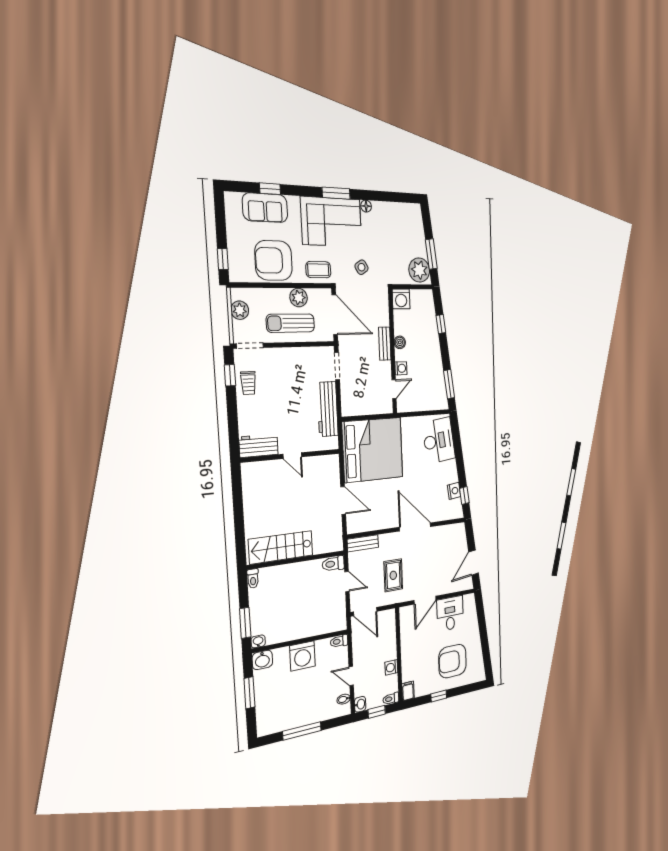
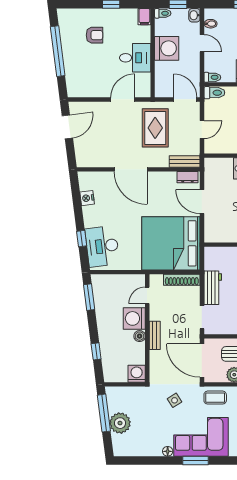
window: (431, 254) -> (104, 413), width x1.44
plant: (419, 270) -> (120, 423), moved
washing machine: (401, 368) -> (134, 318), width x1.89, depth x1.89
workbench: (328, 409) -> (213, 288), width x0.73
shoe rack: (360, 409) -> (182, 280), added
window: (464, 495) -> (82, 239), moved
dresser: (359, 526) -> (187, 177), added
toilet: (333, 564) -> (214, 93), moved
rug: (393, 575) -> (155, 128), width x1.36, depth x1.43
door: (347, 582) -> (202, 130), swing flipped
desk: (450, 614) -> (135, 58), moved, turned -90
window: (484, 638) -> (58, 51), added
armchair: (453, 661) -> (95, 35), width x0.53, depth x0.53
washing machine: (391, 667) -> (167, 48), width x1.89, depth x1.89

